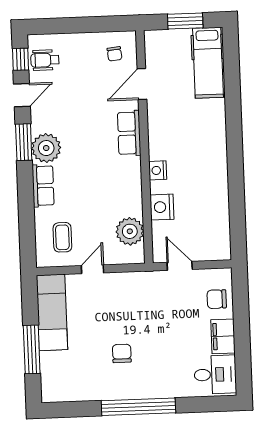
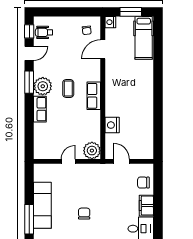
row of seats: (129, 133) -> (94, 96), moved
nightstand: (158, 170) -> (110, 22), moved
plant: (130, 231) -> (92, 151), moved
coffee table: (62, 237) -> (68, 89), moved
exam couch: (52, 312) -> (42, 205), moved
window: (32, 349) -> (29, 219), moved

